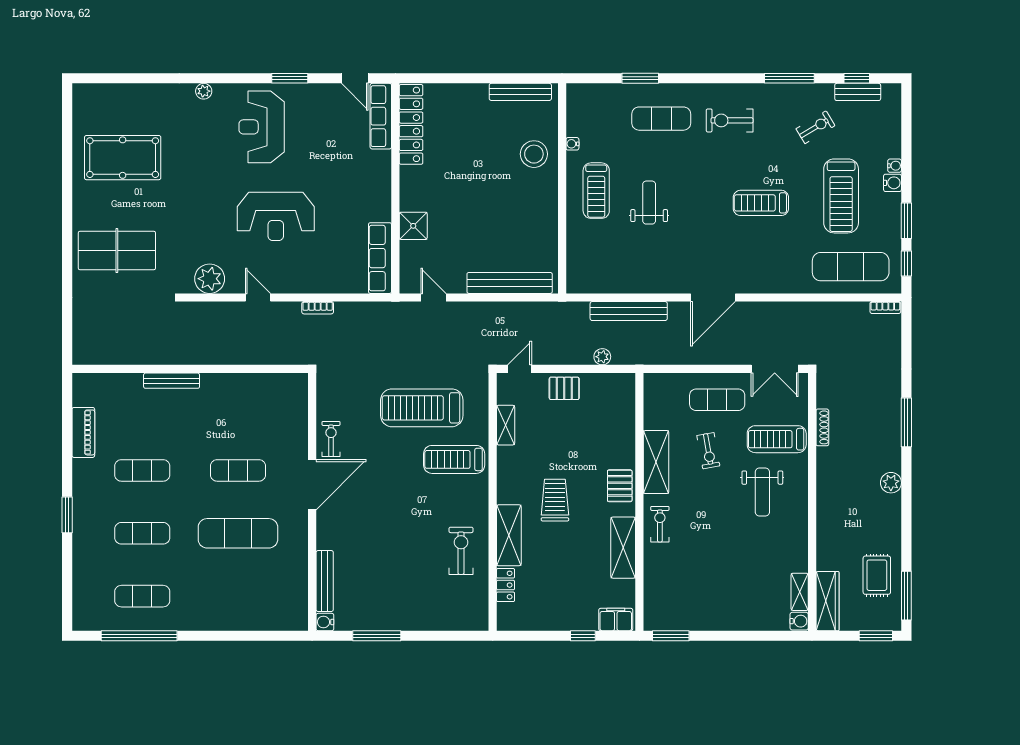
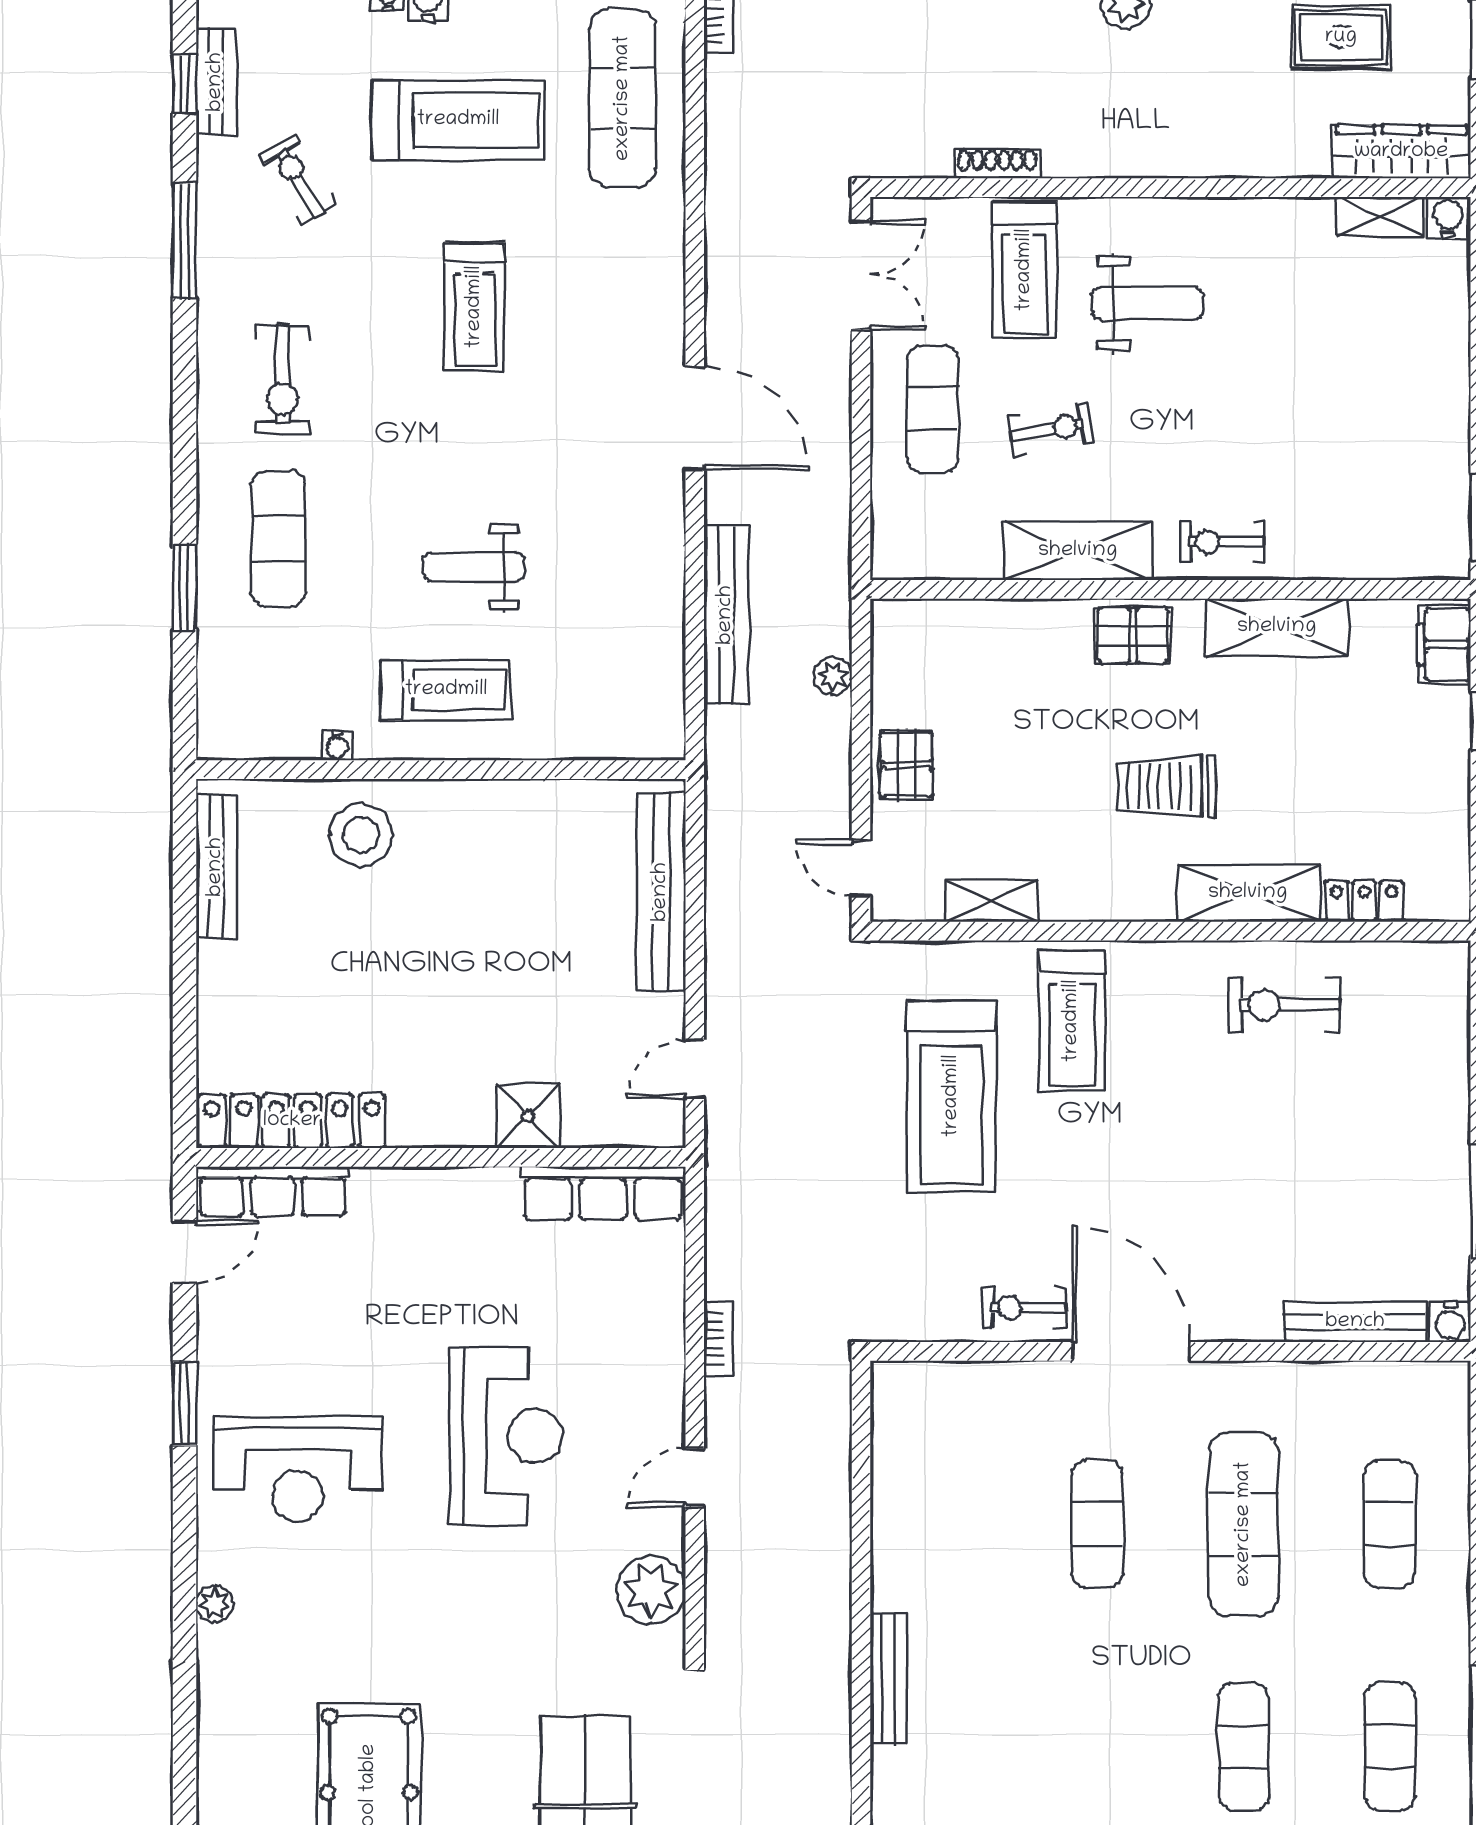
exercise mat: (142, 470) -> (1390, 1524), moved

